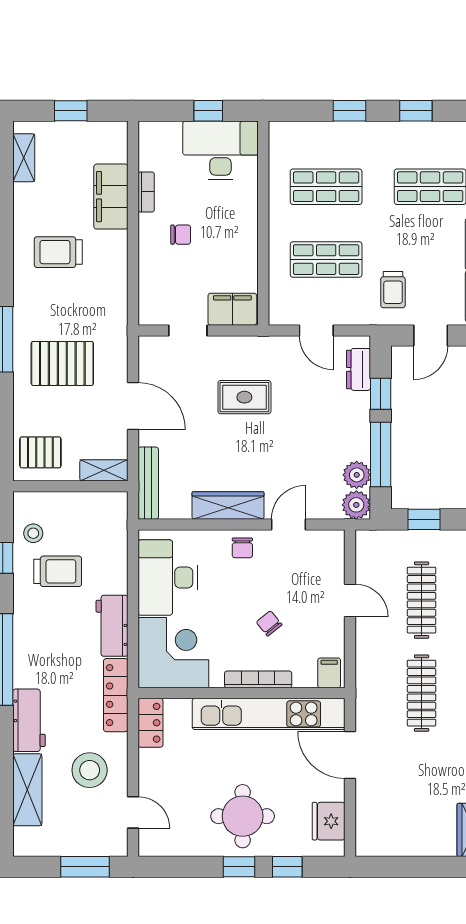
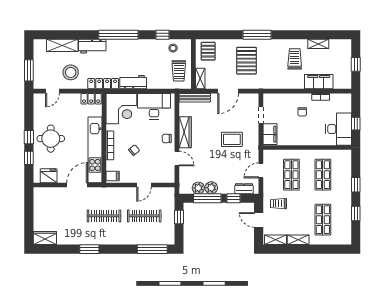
shelving: (24, 158) -> (318, 44), moved
rug: (244, 397) -> (232, 139), turned 90
plant: (356, 505) -> (211, 188), moved
trolley: (58, 571) -> (179, 71), moved

